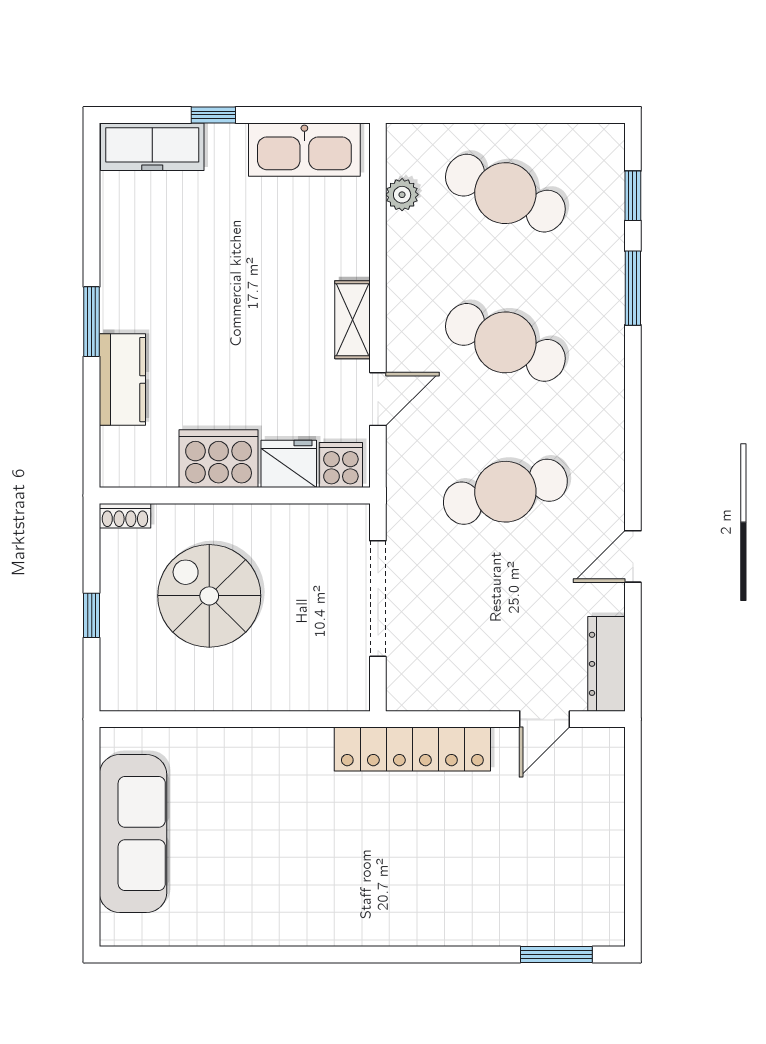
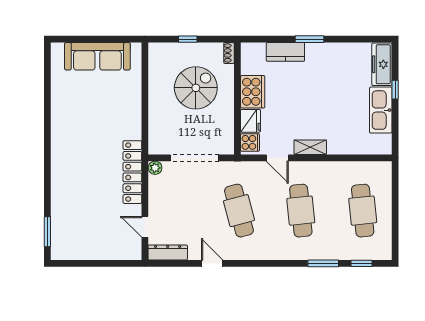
kitchen sink: (304, 150) -> (381, 110), moved
cafe table: (505, 193) -> (363, 211), turned -30
plant: (402, 195) -> (155, 168), moved
cafe table: (505, 342) -> (301, 211), turned -30

